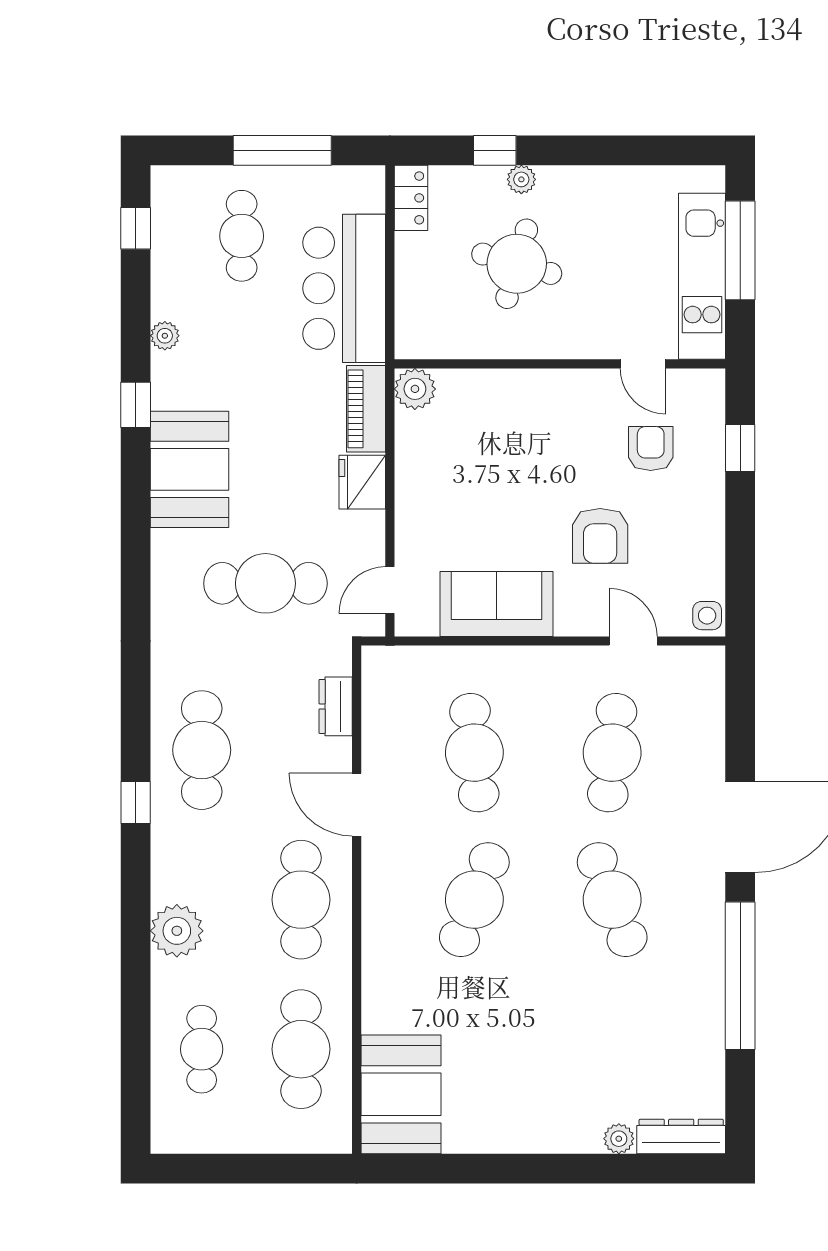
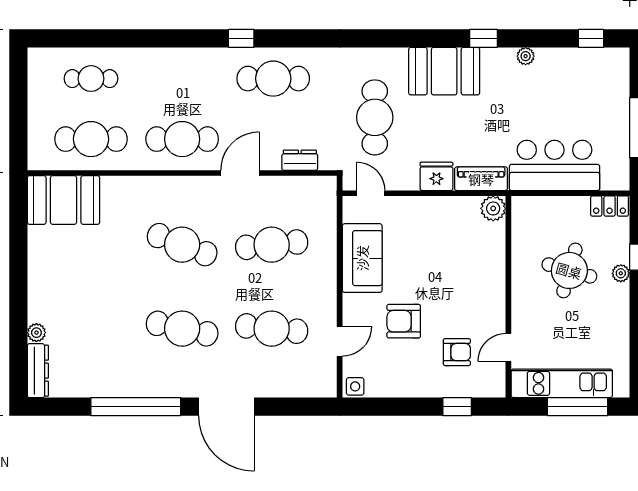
cafe table: (242, 236) -> (586, 103), removed
cafe table: (612, 900) -> (182, 329), turned 33
plant: (177, 931) -> (163, 63), removed

